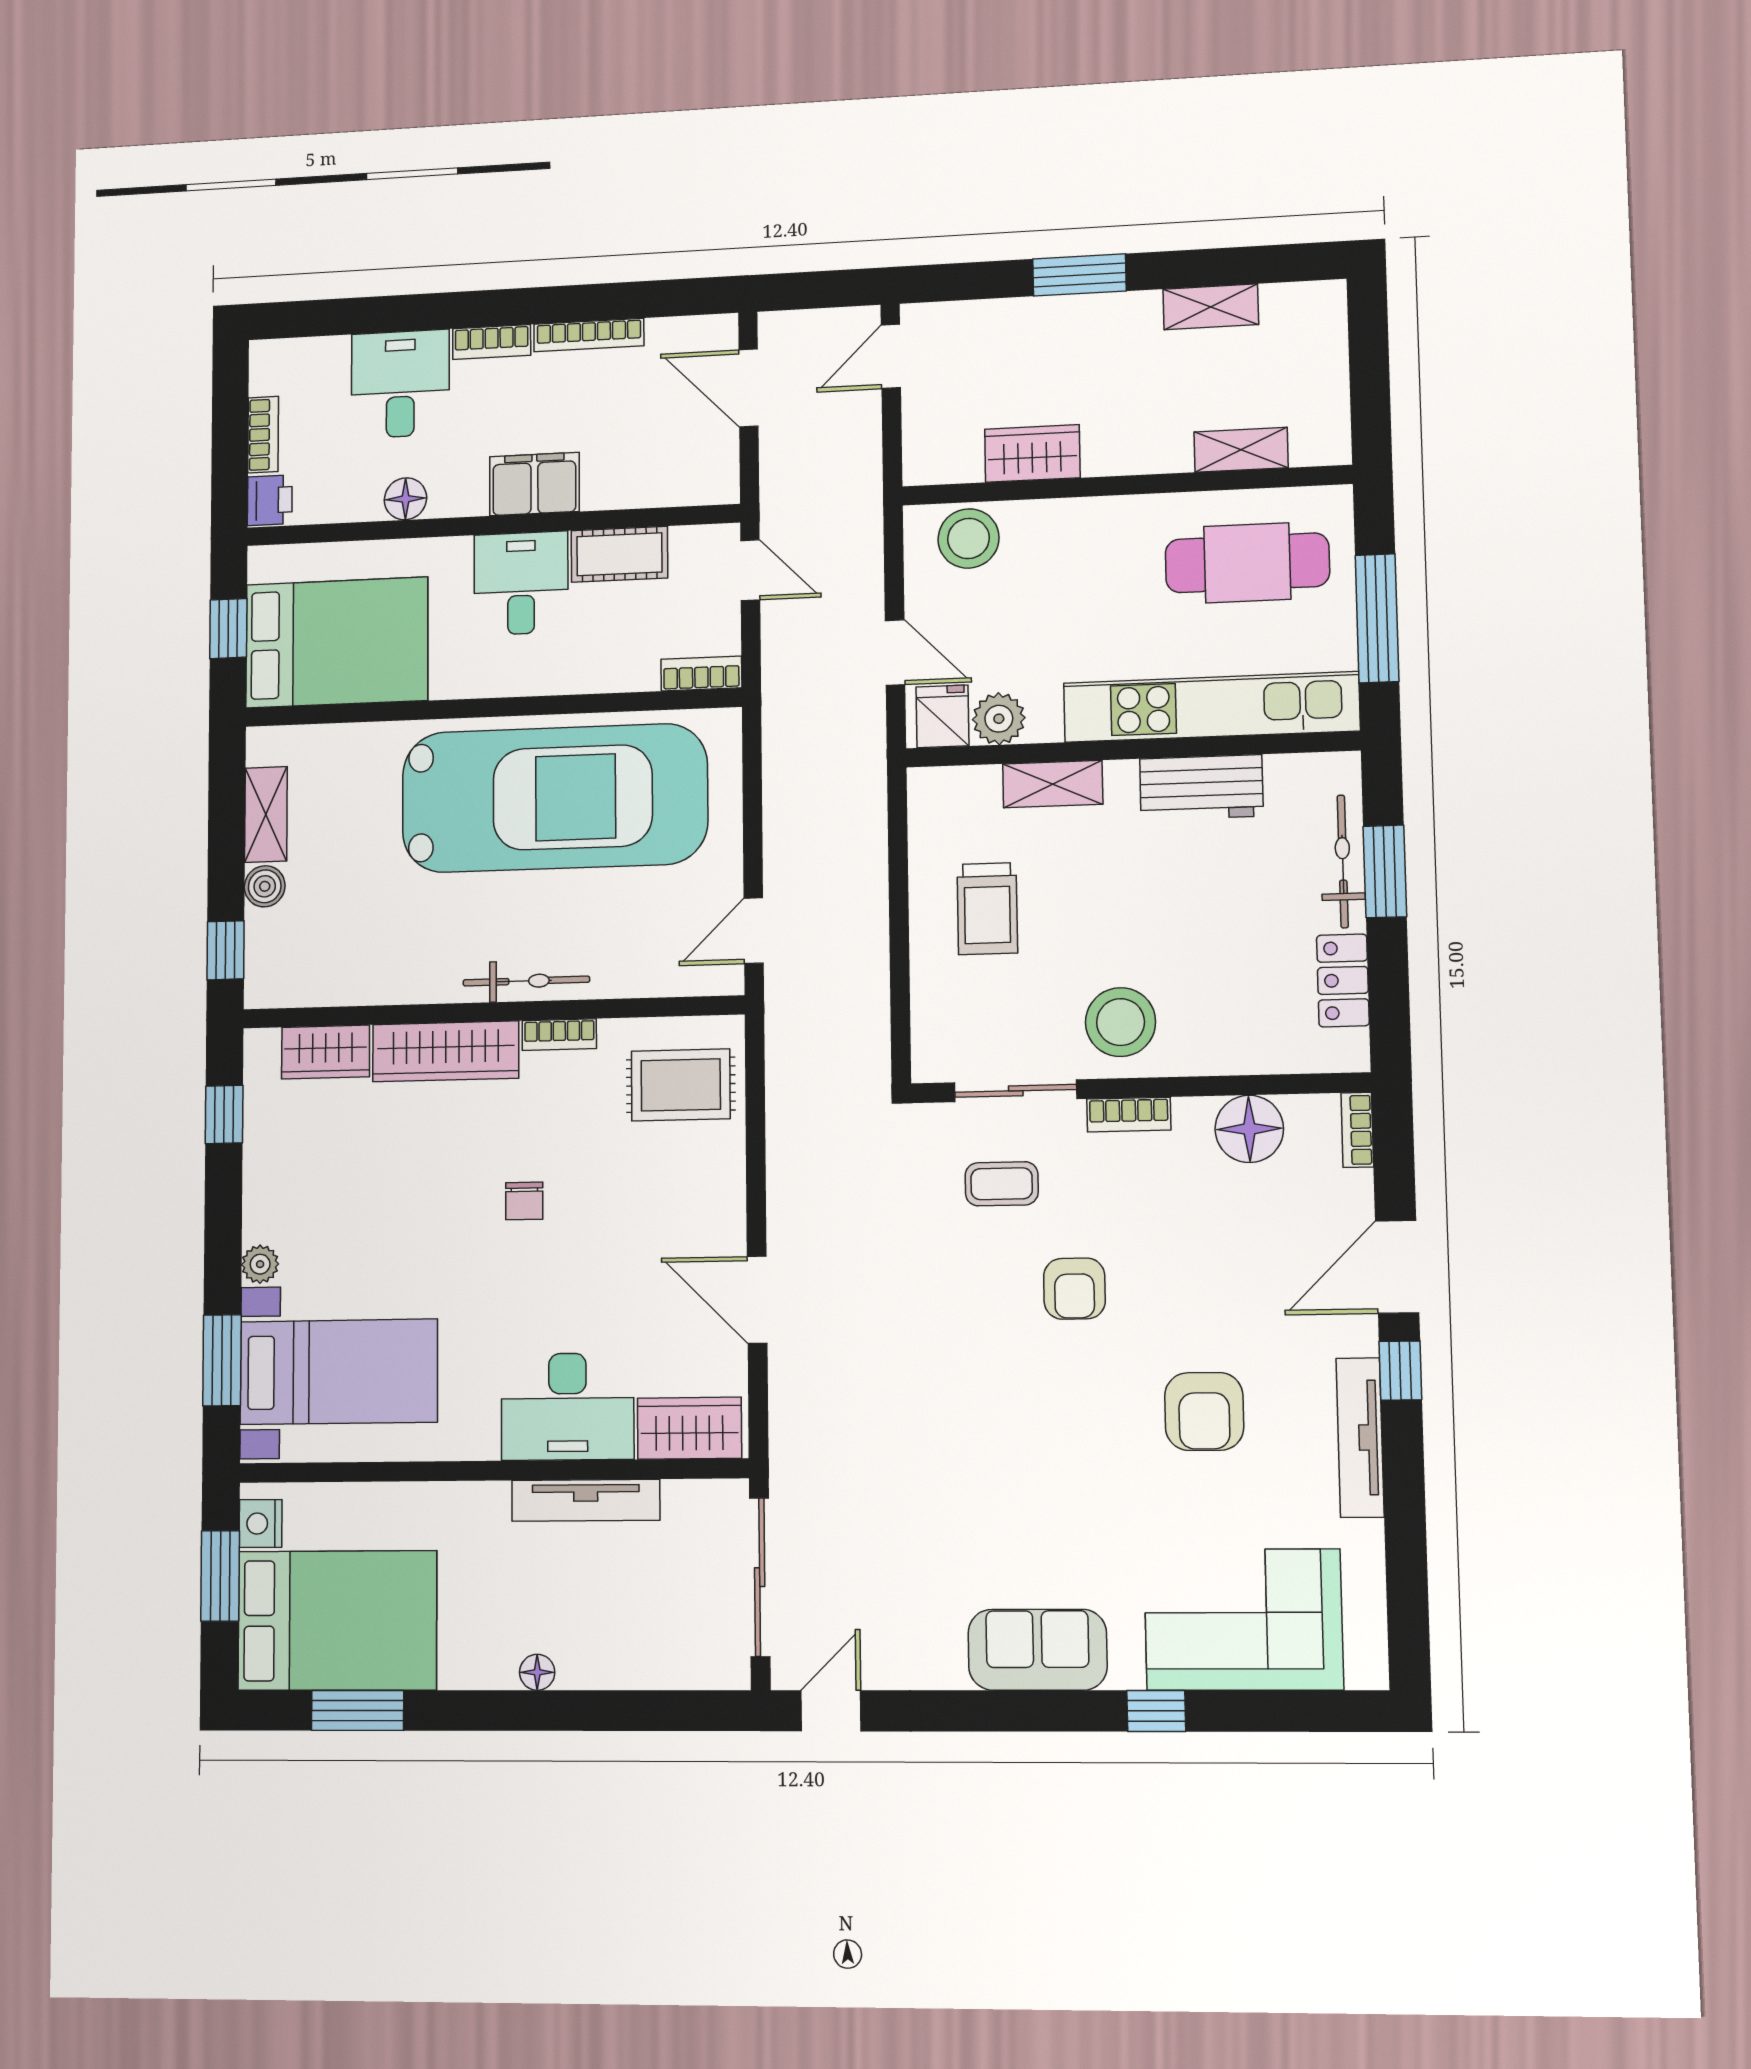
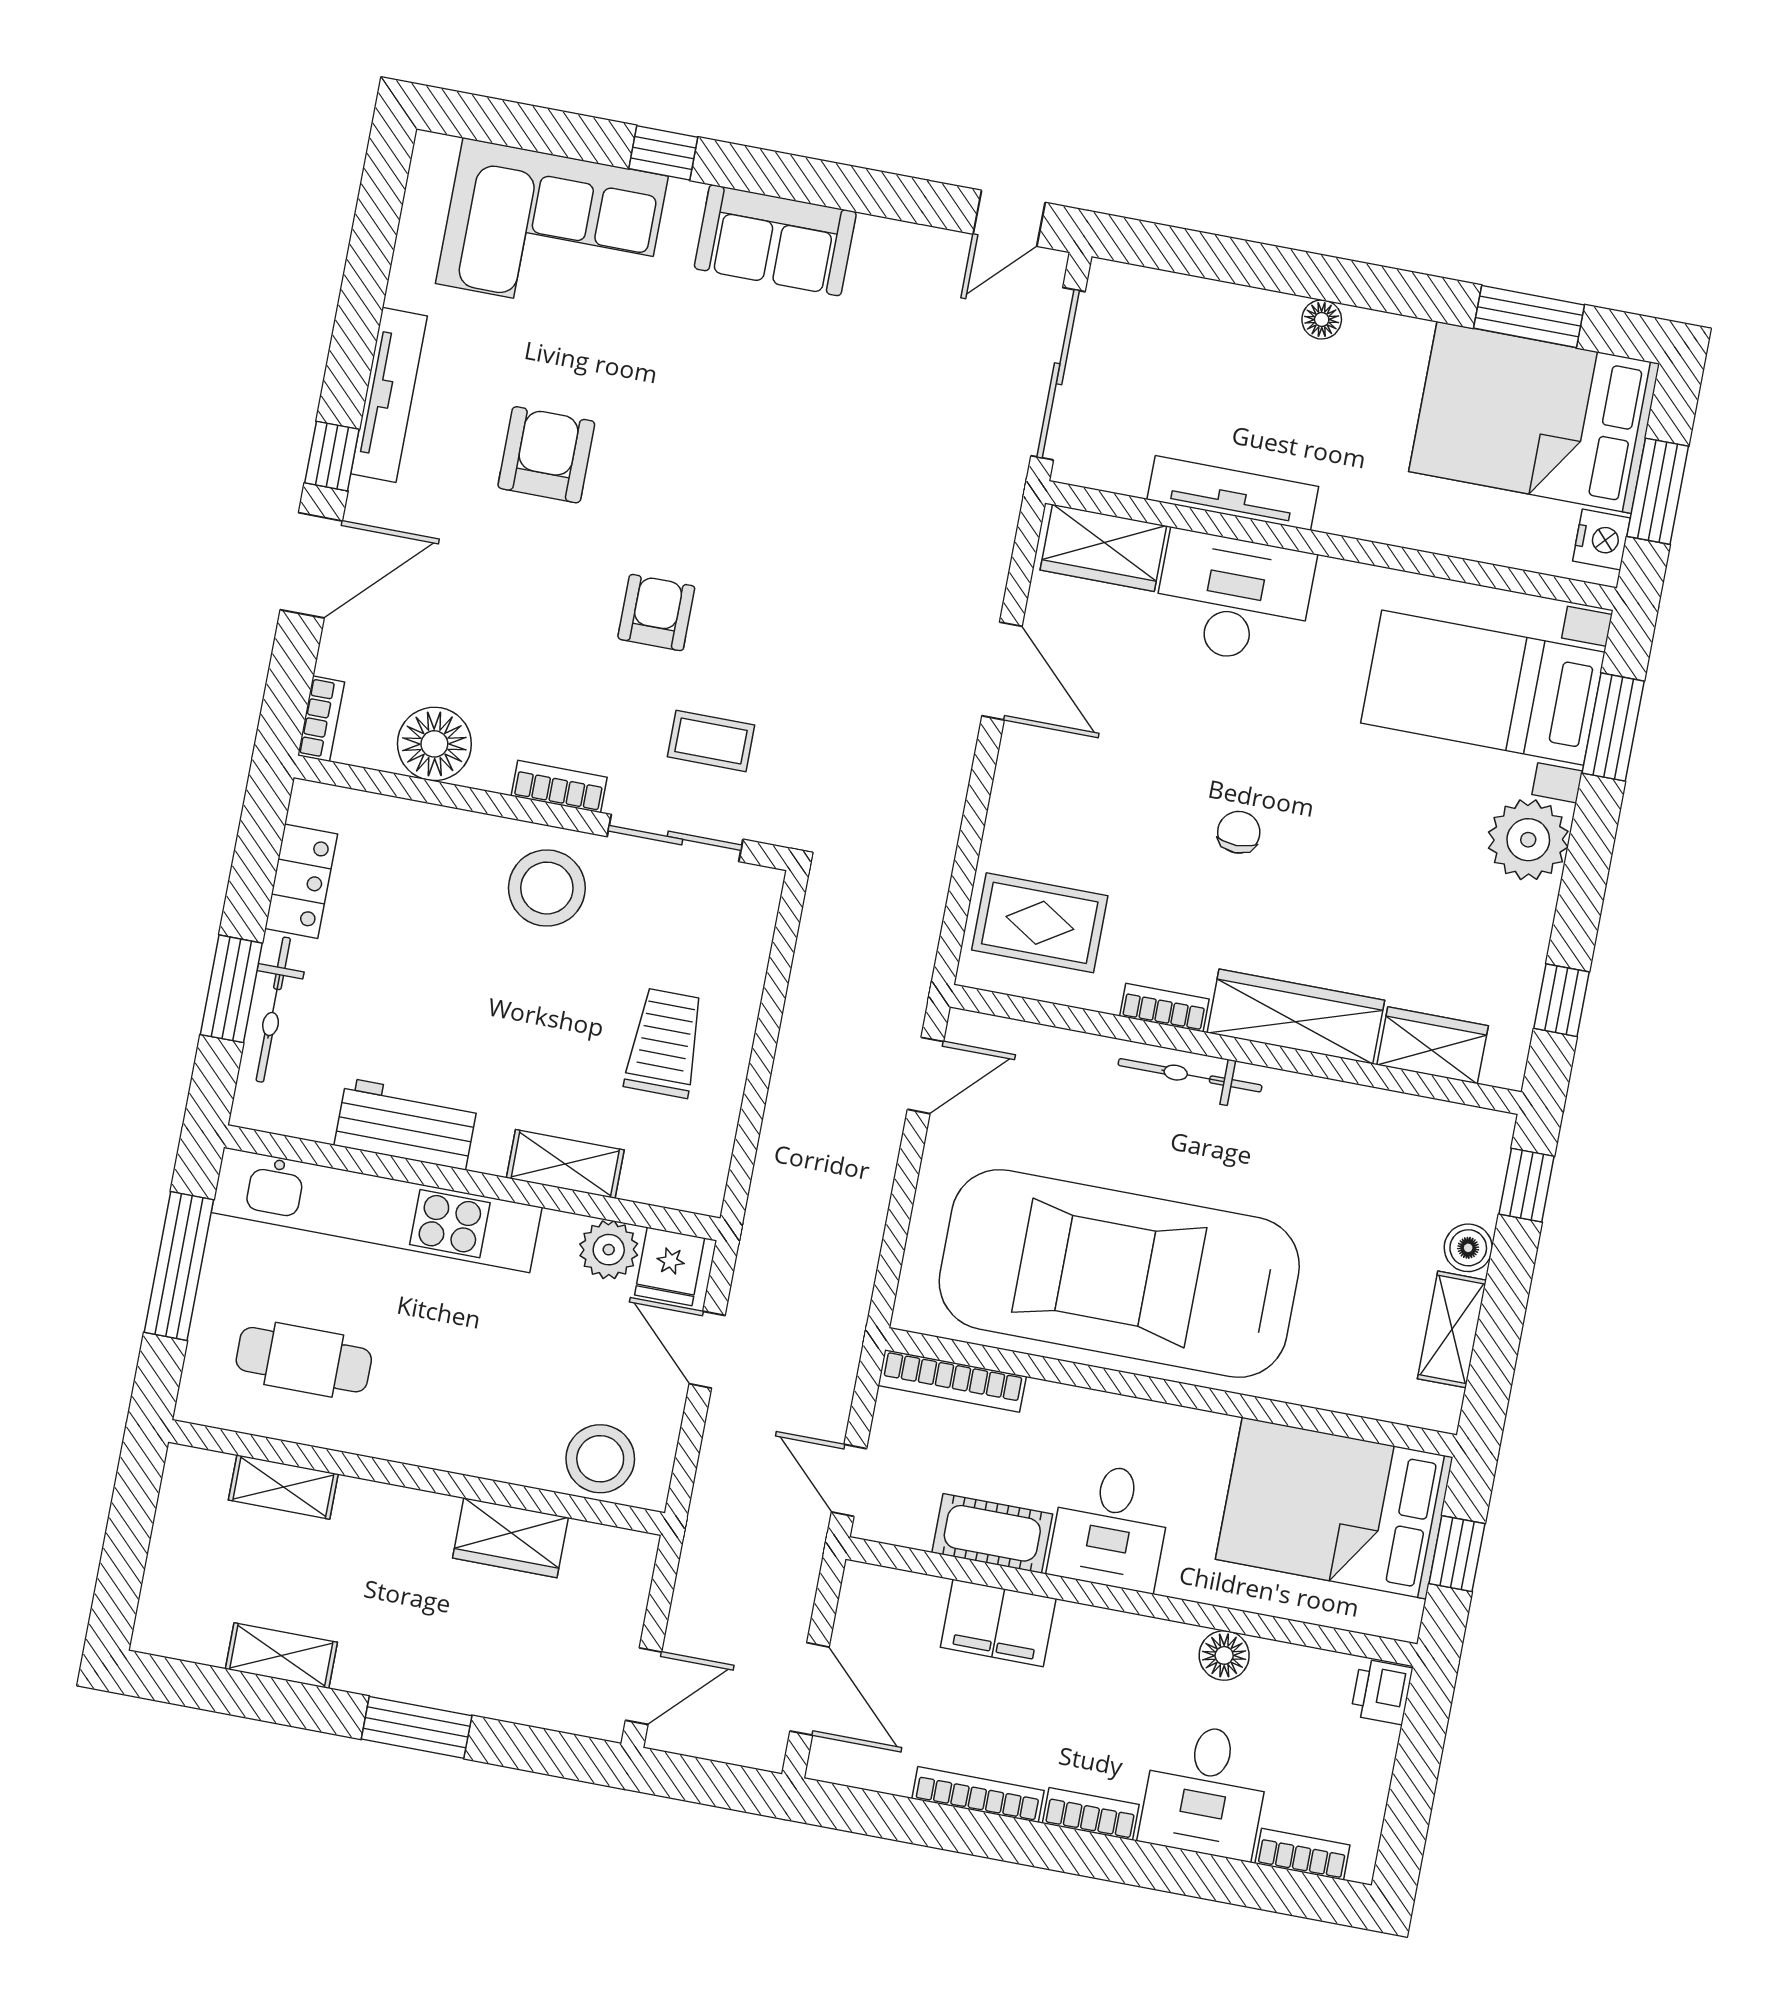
bookcase: (263, 435) -> (1302, 1854), moved, turned 90
filing cabinet: (534, 484) -> (998, 1623), moved
cafe table: (1247, 563) -> (304, 1360), width x0.73, depth x0.74
bookcase: (701, 673) -> (952, 1381), width x1.56
plant: (260, 1264) -> (1528, 840), width x1.88, depth x1.88

